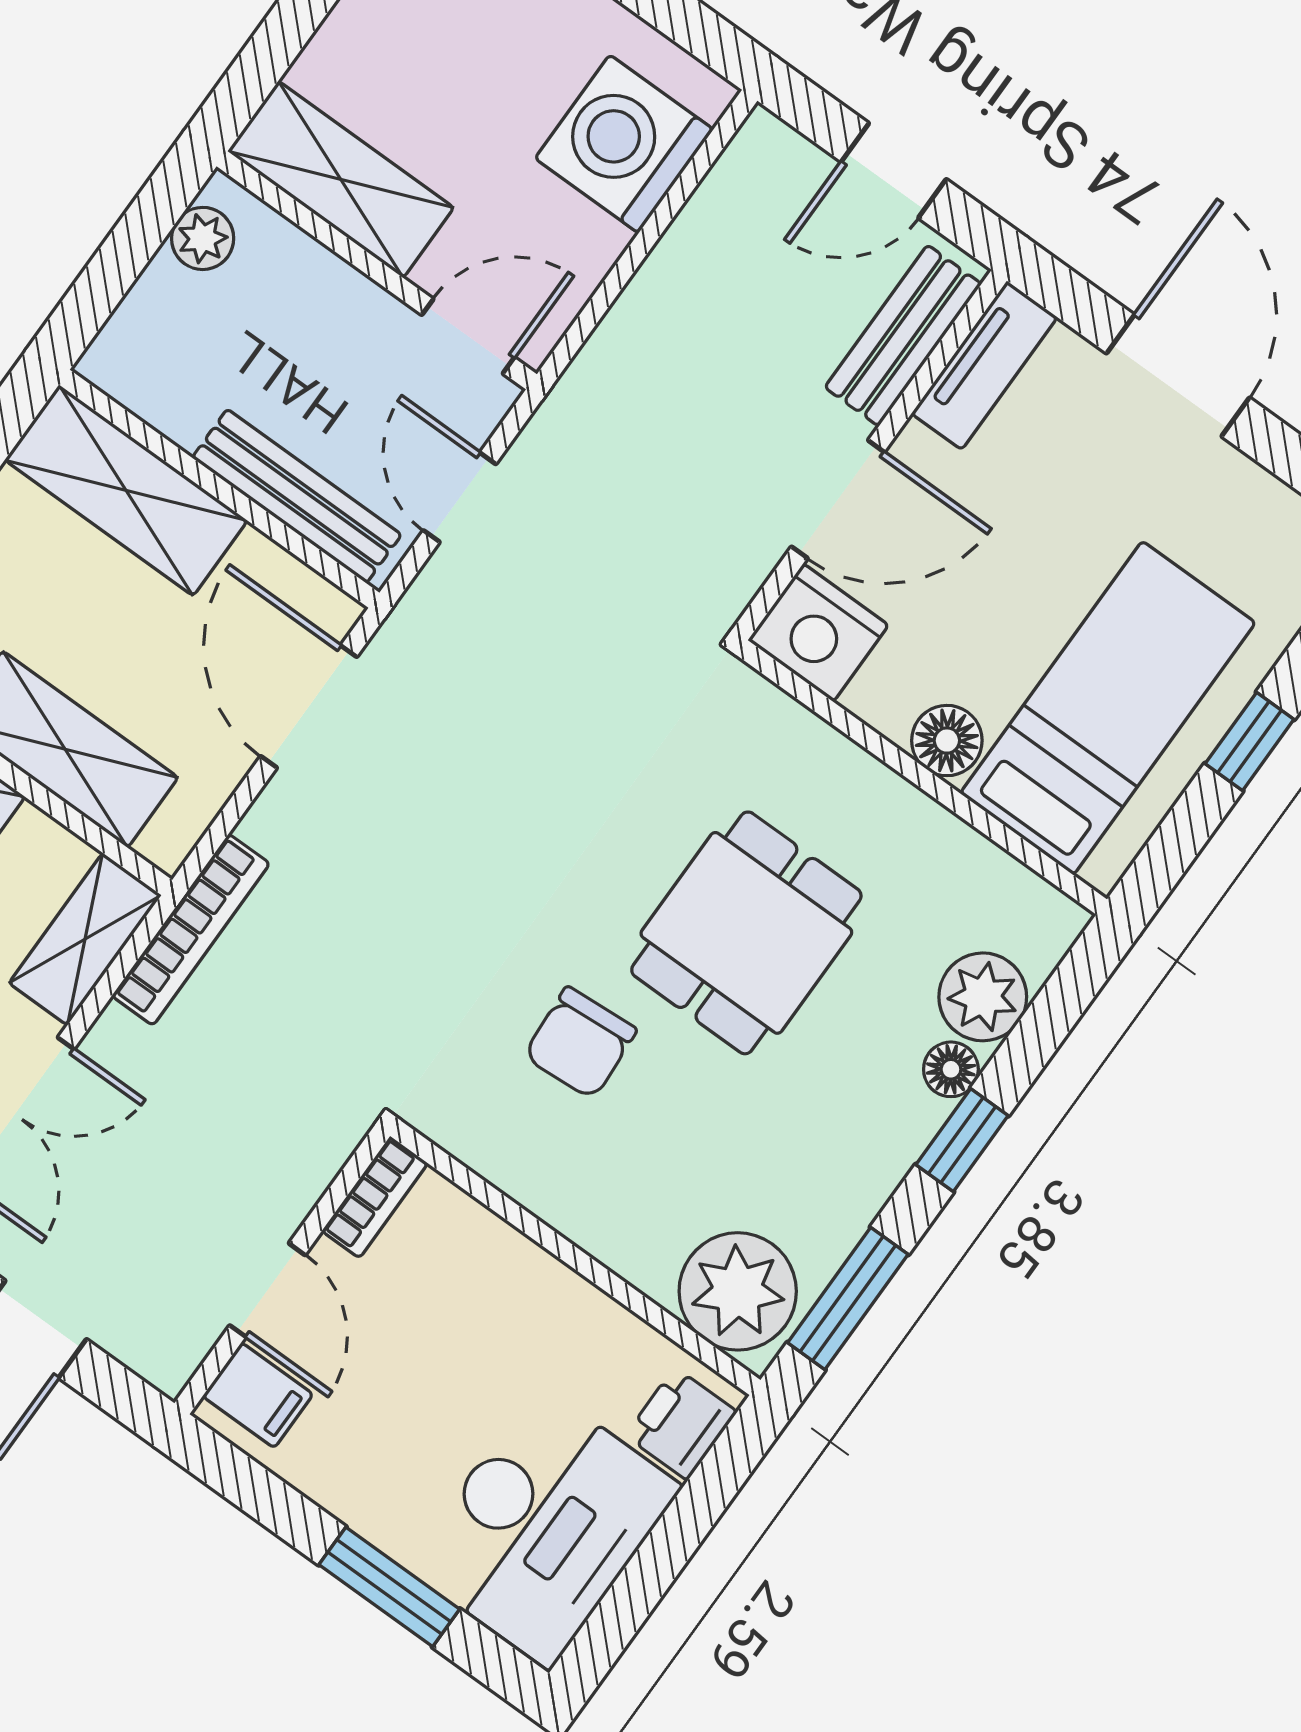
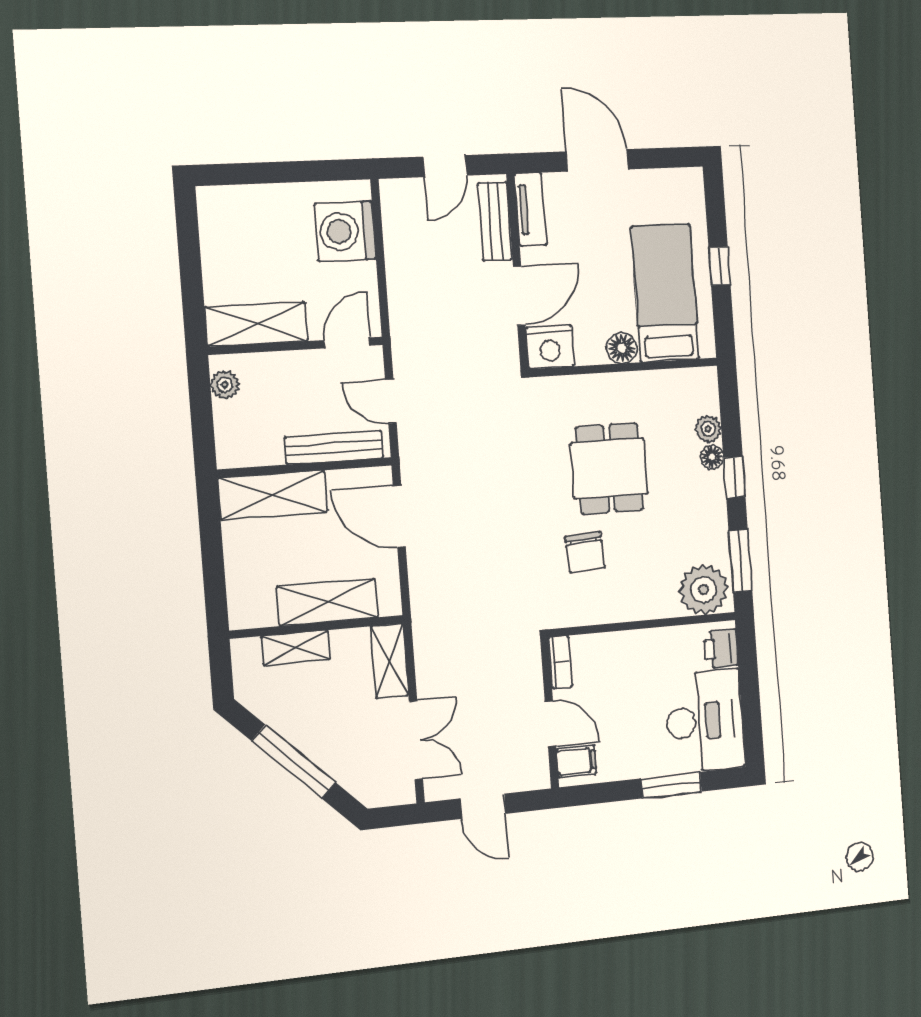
bookcase: (191, 930) -> (423, 626), removed
plant: (983, 997) -> (708, 429), width x0.73, depth x0.73

